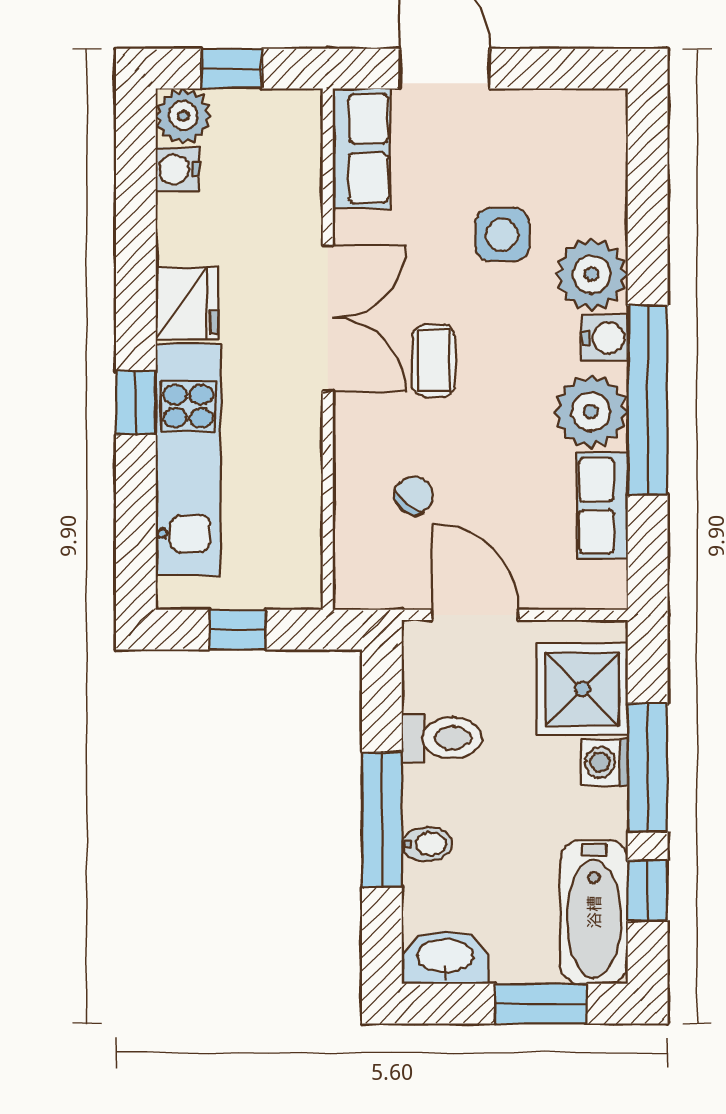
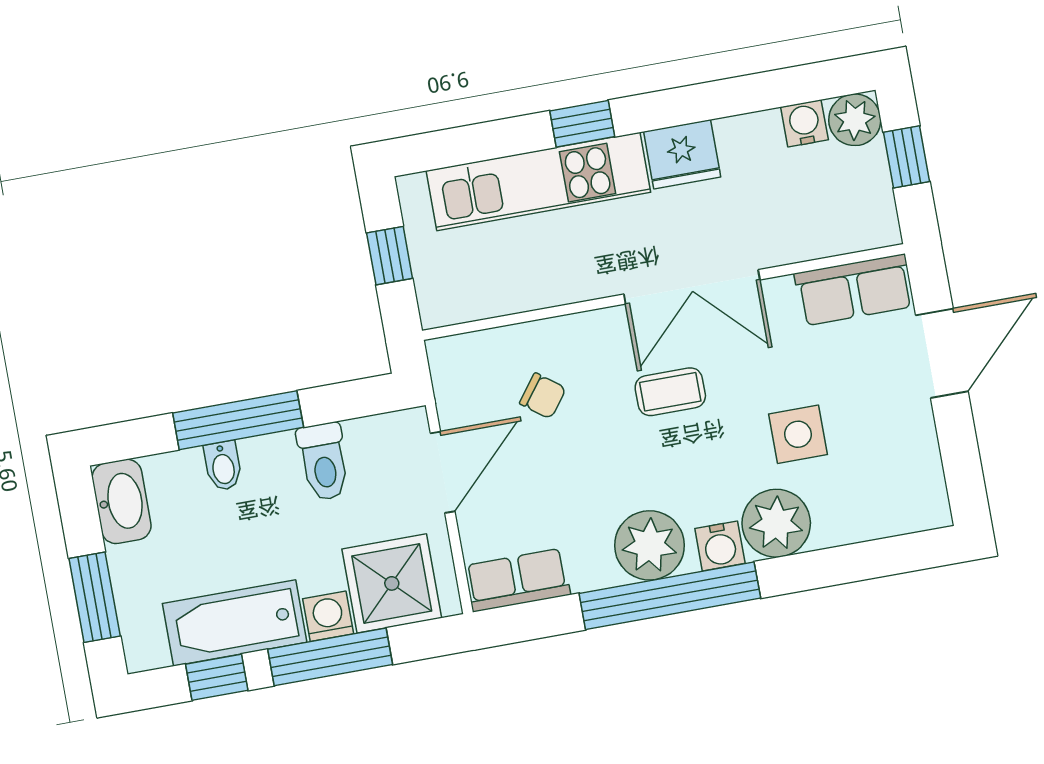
row of seats: (603, 506) -> (517, 580), moved
bathtub: (594, 912) -> (235, 623), moved

